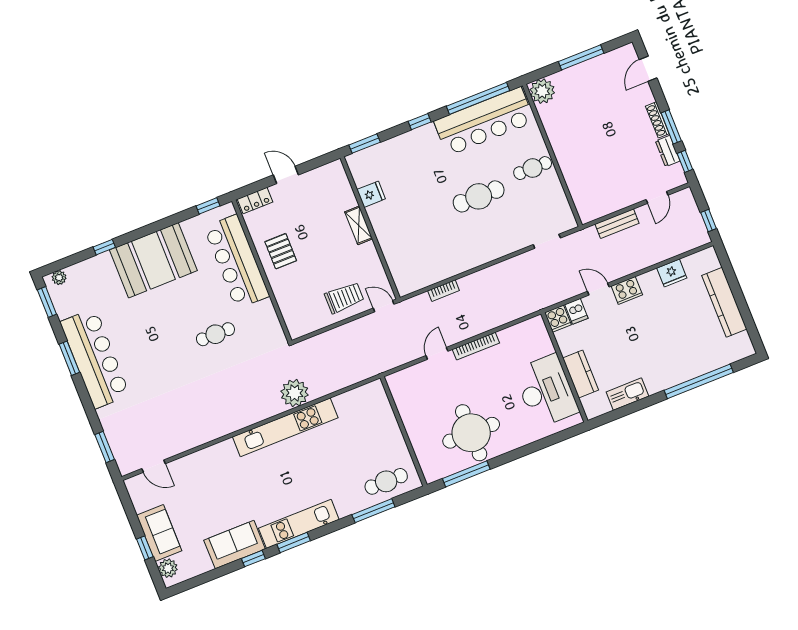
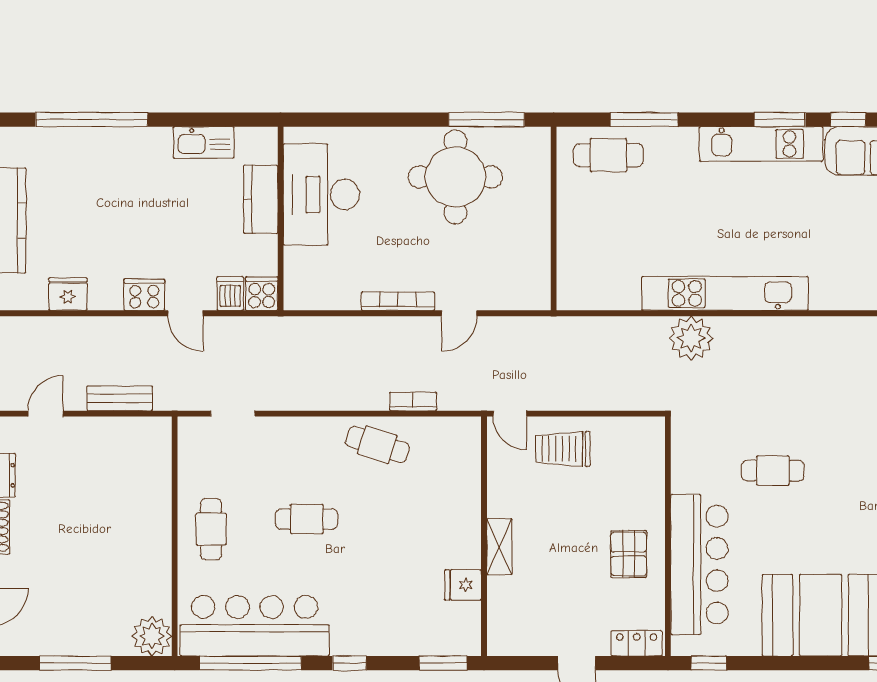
cafe table: (533, 168) -> (211, 529), turned 90
cafe table: (479, 196) -> (307, 519), width x0.73, depth x0.74
cafe table: (454, 257) -> (377, 445), added

